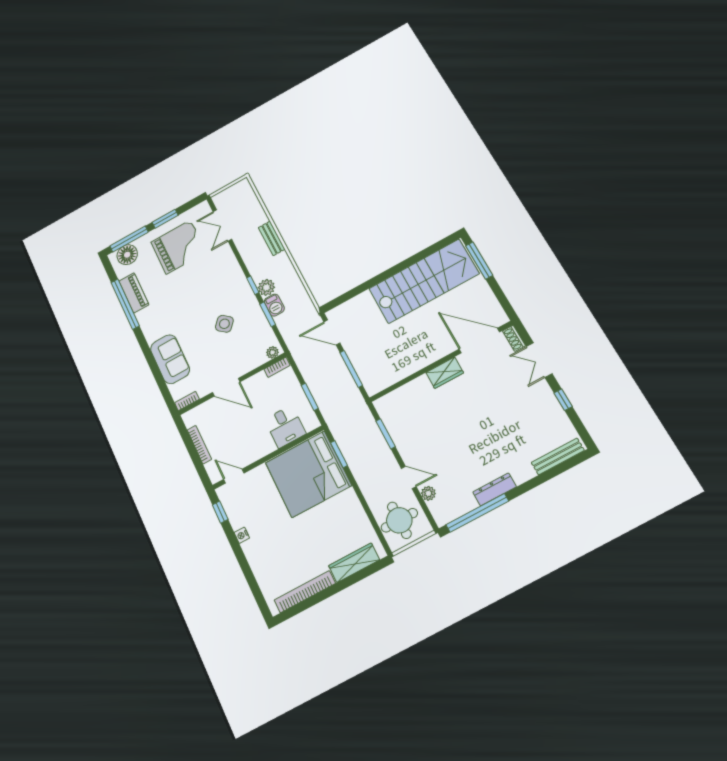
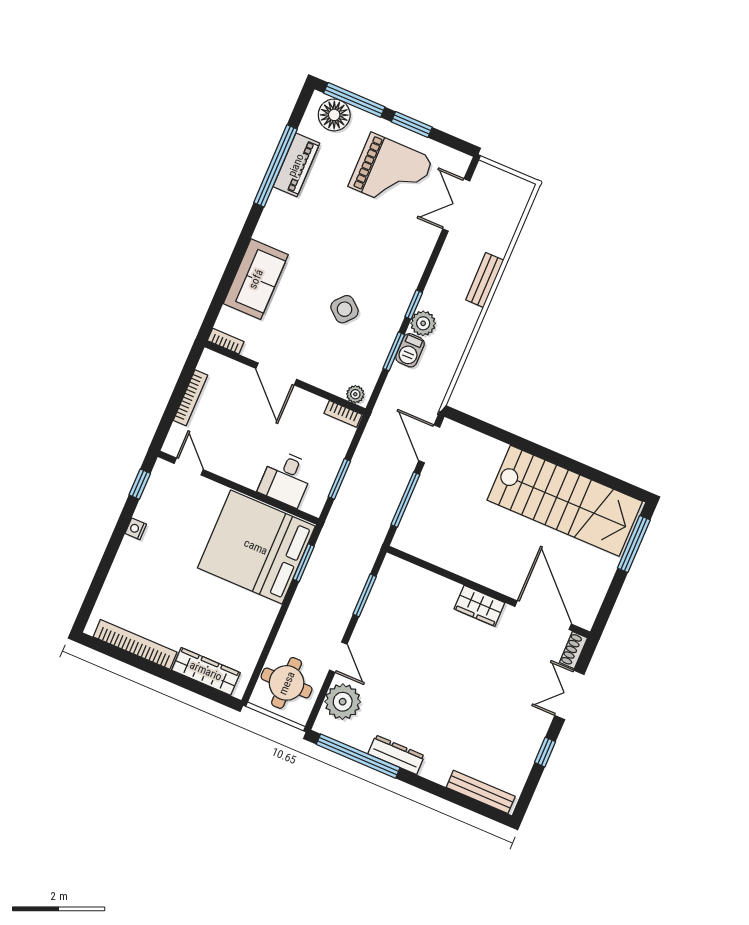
plant: (428, 493) -> (343, 702), width x1.87, depth x1.87

